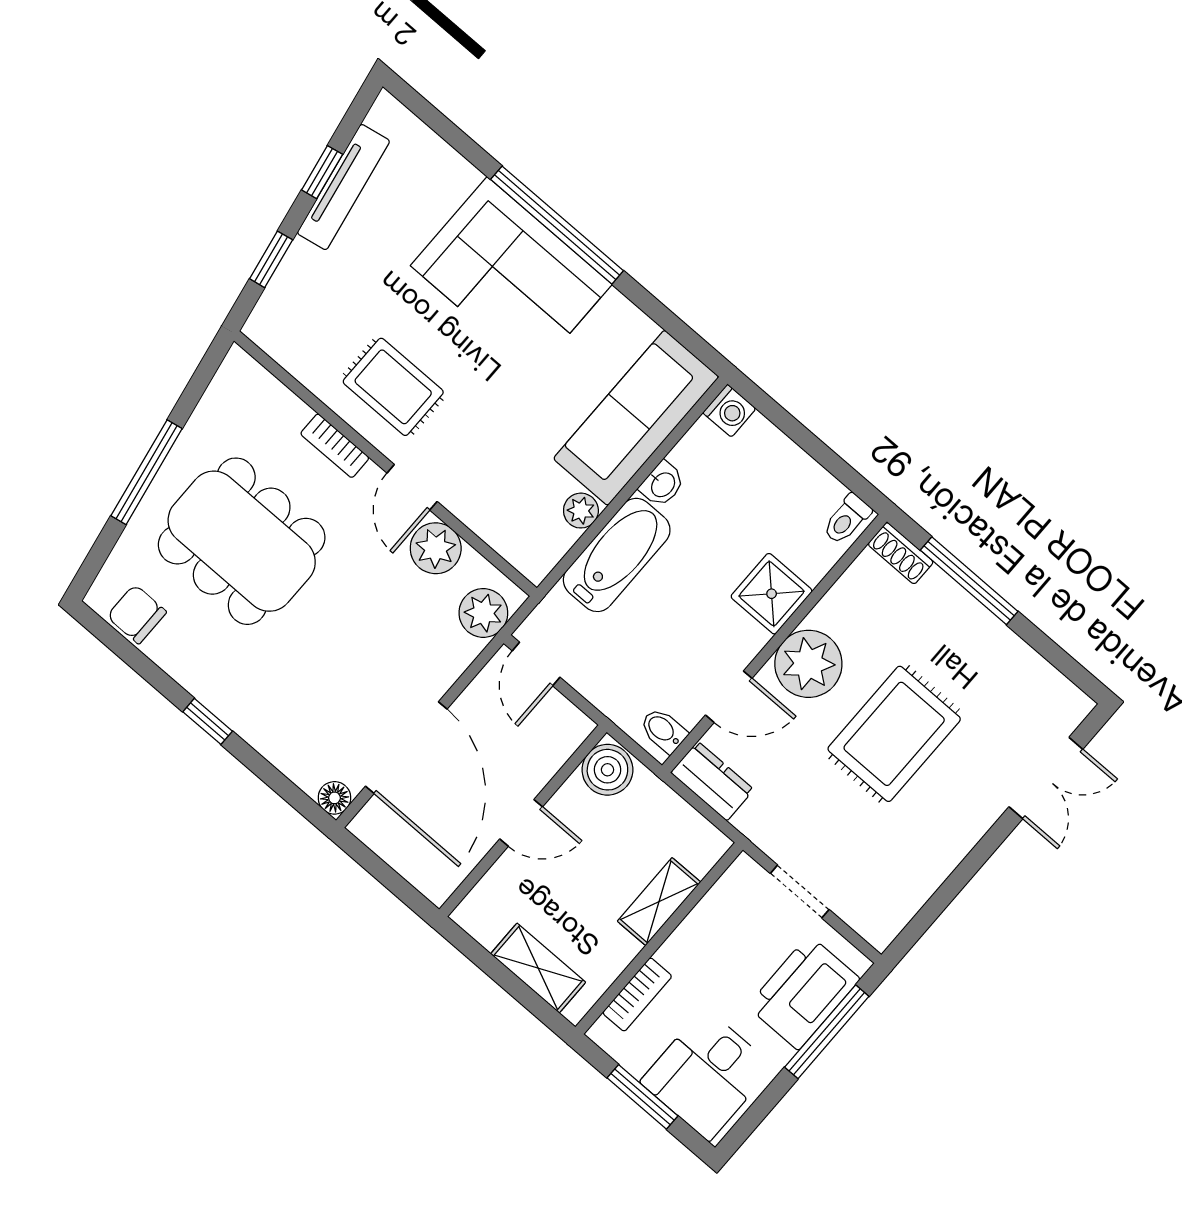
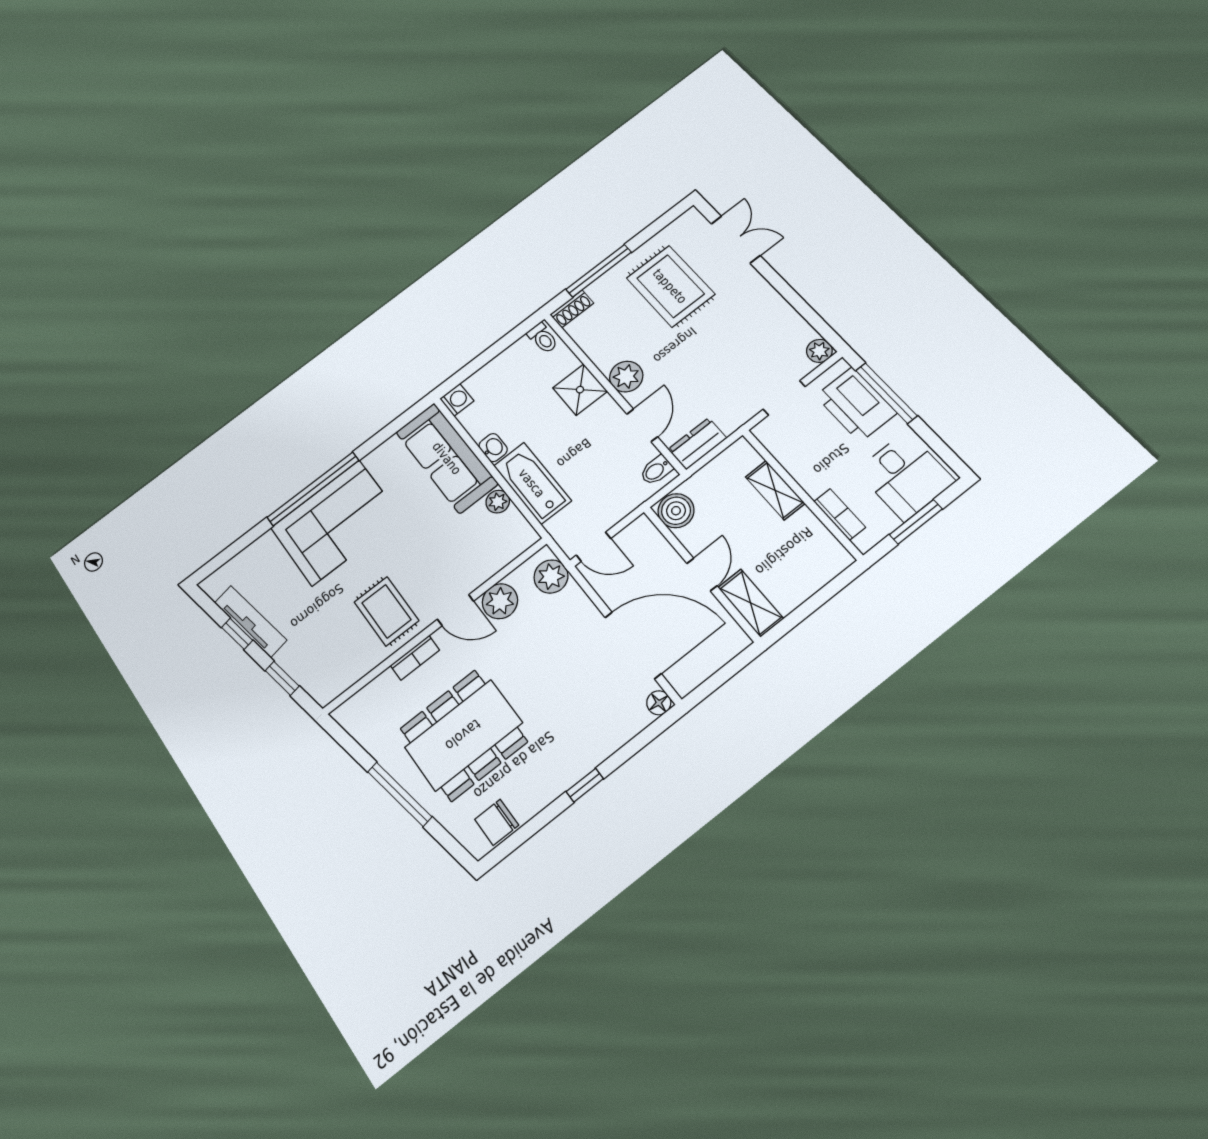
rug: (393, 387) -> (386, 611), turned 90
plant: (808, 664) -> (626, 377), width x0.73, depth x0.73
rug: (894, 734) -> (670, 286), moved
plant: (880, 929) -> (819, 351), added
shelving: (538, 968) -> (751, 603), moved, turned 90

